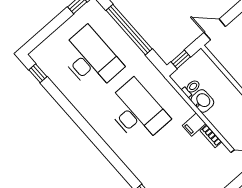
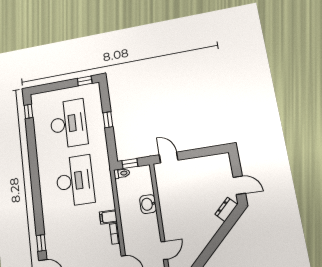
window: (129, 30) -> (108, 120), width x0.32
toilet: (191, 88) -> (122, 173), moved
washbasin: (202, 101) -> (148, 204), moved, turned 180

